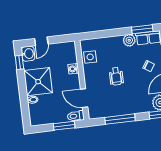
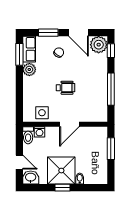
window: (19, 62) -> (62, 188), moved
washing machine: (73, 69) -> (40, 132), moved
door: (84, 98) -> (69, 124), moved
toilet: (76, 116) -> (28, 135), moved

